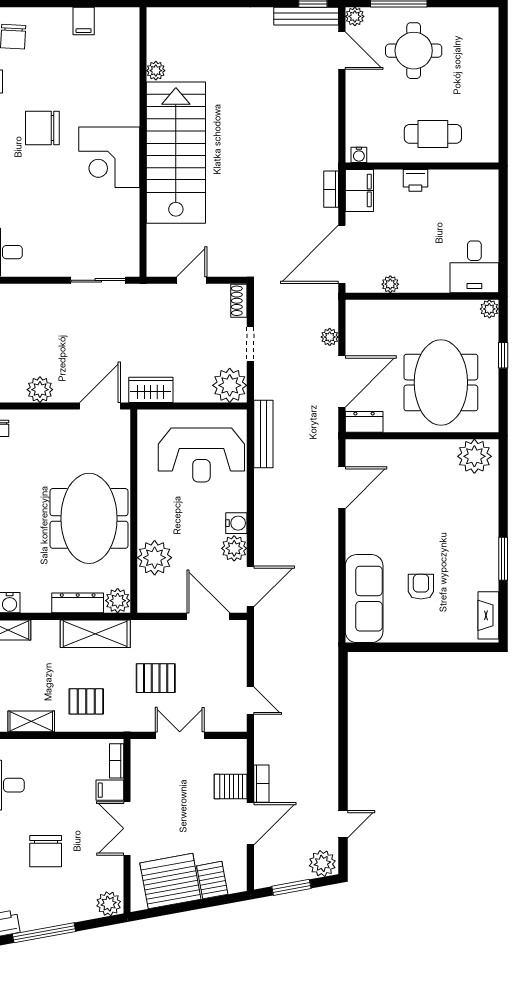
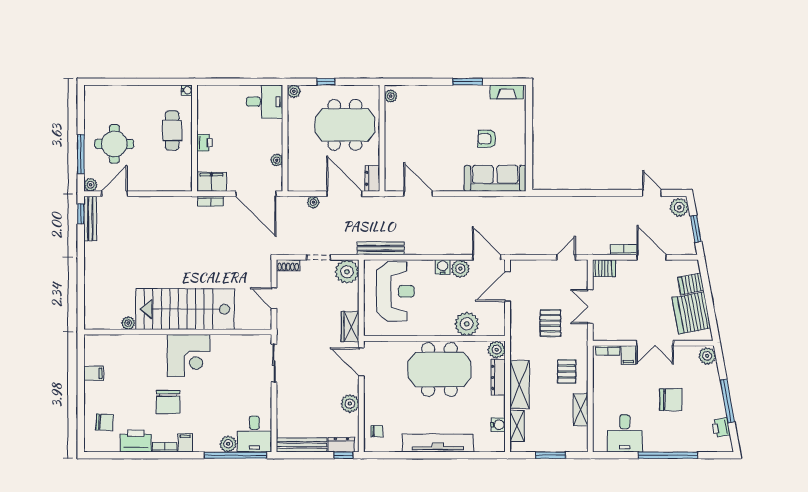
water cooler: (359, 155) -> (187, 90), moved
plant: (474, 456) -> (391, 96), width x0.53, depth x0.53
shelving: (95, 634) -> (520, 385), moved
server rack: (231, 786) -> (604, 268), moved, turned -90

